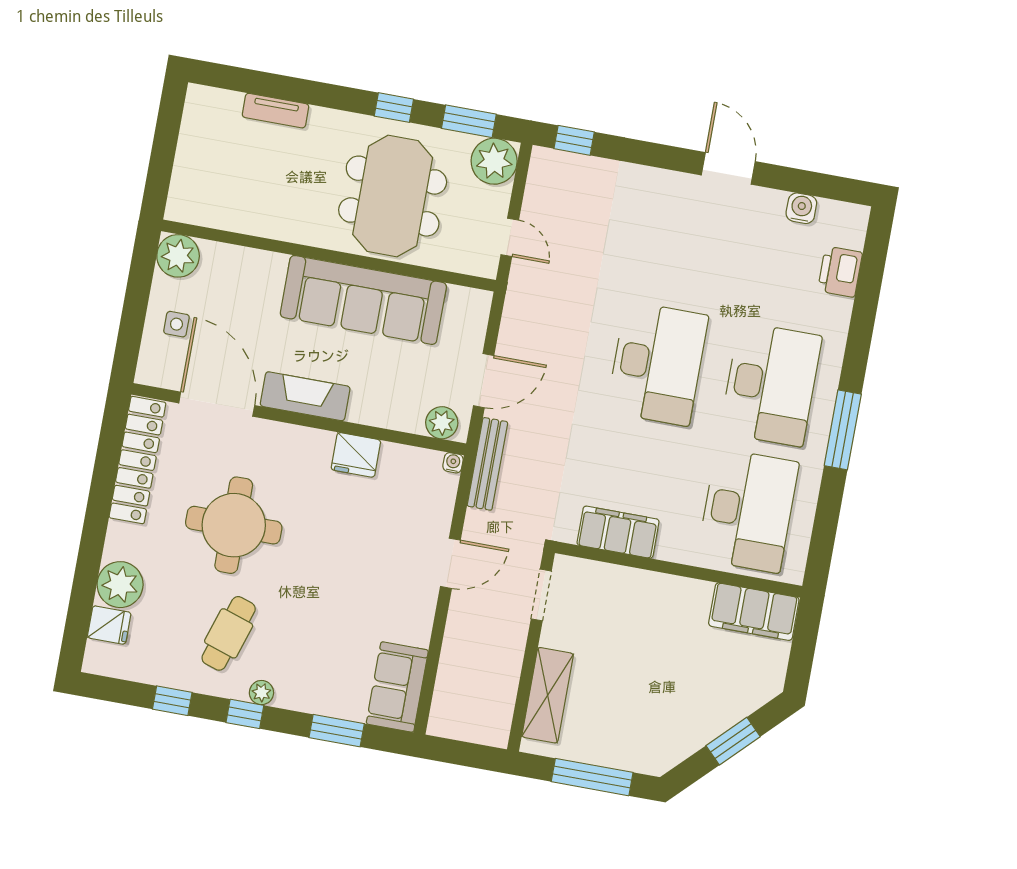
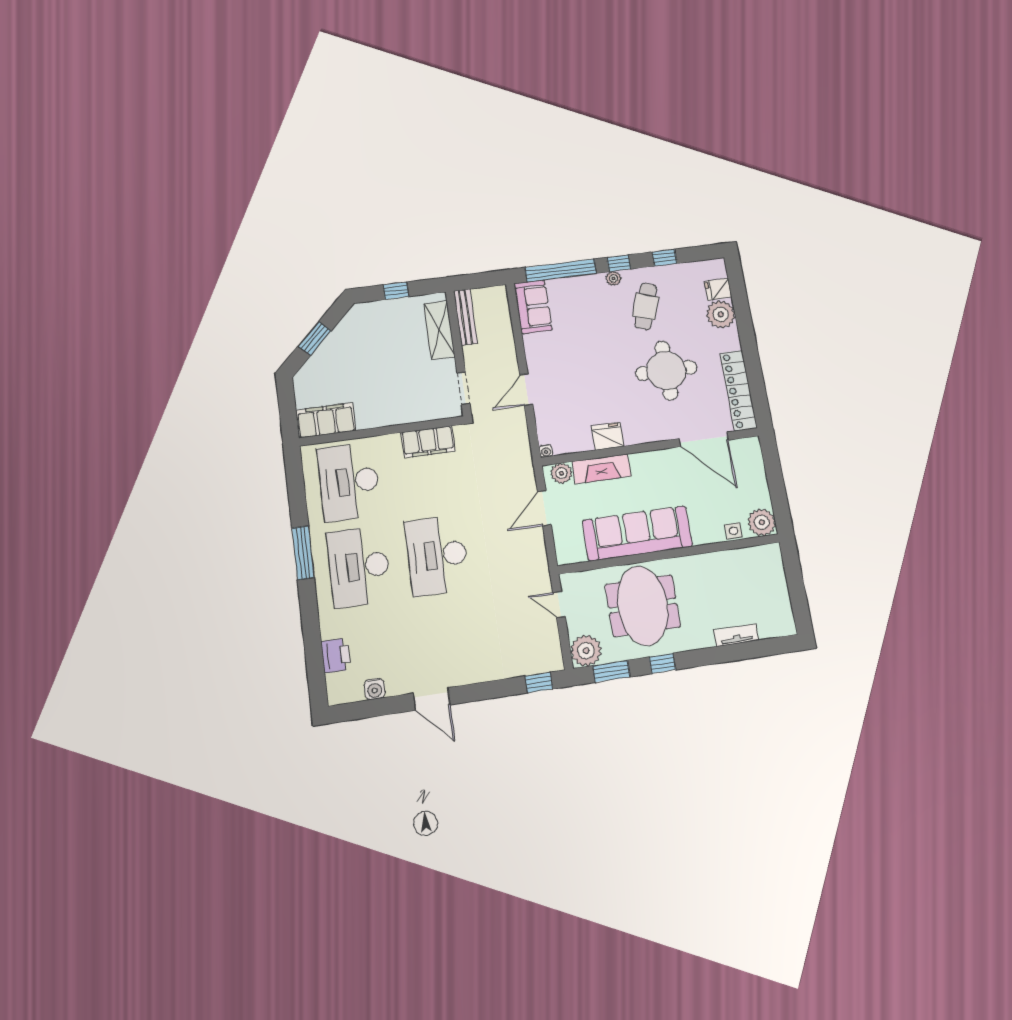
side table: (176, 324) -> (733, 531), moved
fireplace: (305, 396) -> (601, 469), moved
bench: (487, 464) -> (466, 317), moved
window: (337, 731) -> (561, 270), width x2.11
window: (592, 777) -> (396, 291), width x0.46

